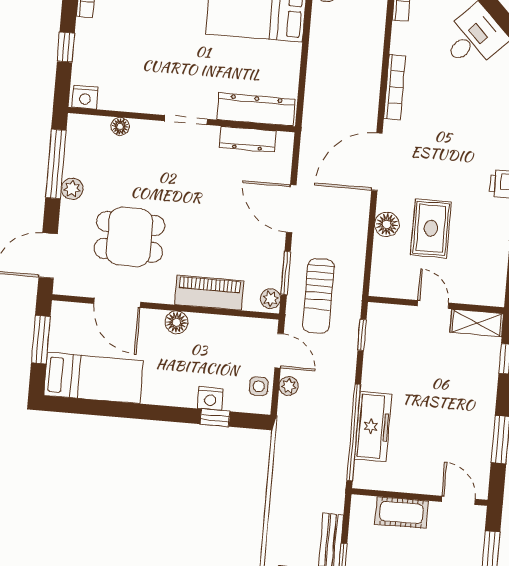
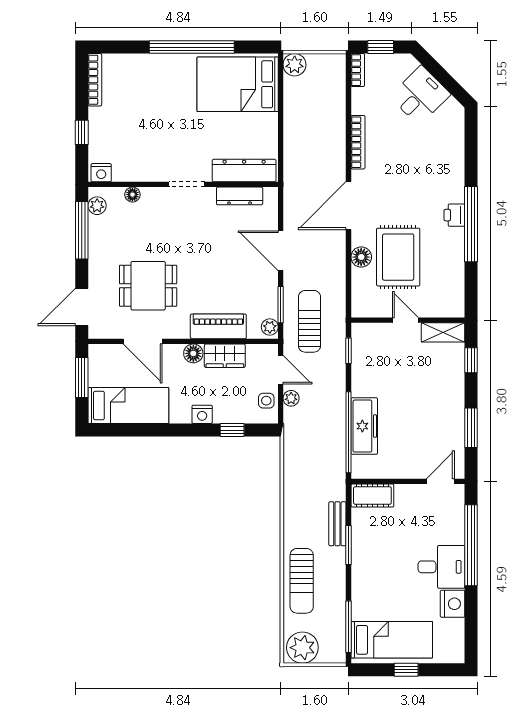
plant: (72, 189) -> (97, 206), moved
rug: (431, 228) -> (398, 257), width x1.36, depth x1.43
sun lounger: (318, 296) -> (309, 321), turned 180
wardrobe: (214, 328) -> (225, 356), added
nightstand: (210, 399) -> (202, 414), moved
door: (458, 500) -> (440, 481), hinge flipped
cot: (401, 513) -> (372, 495), moved

